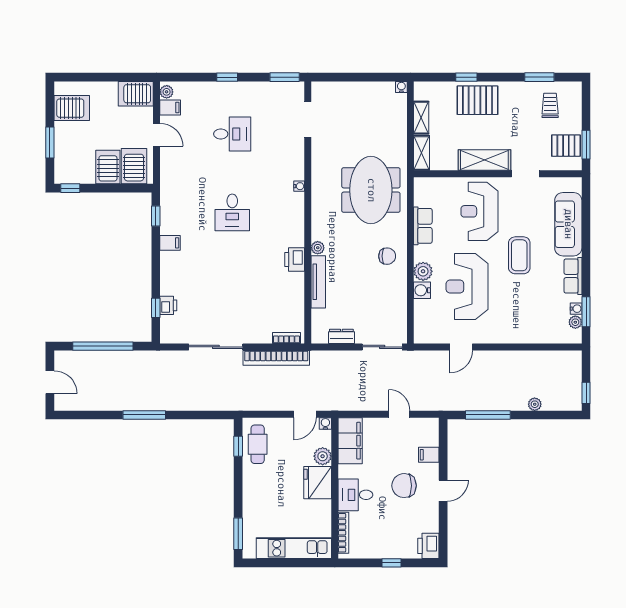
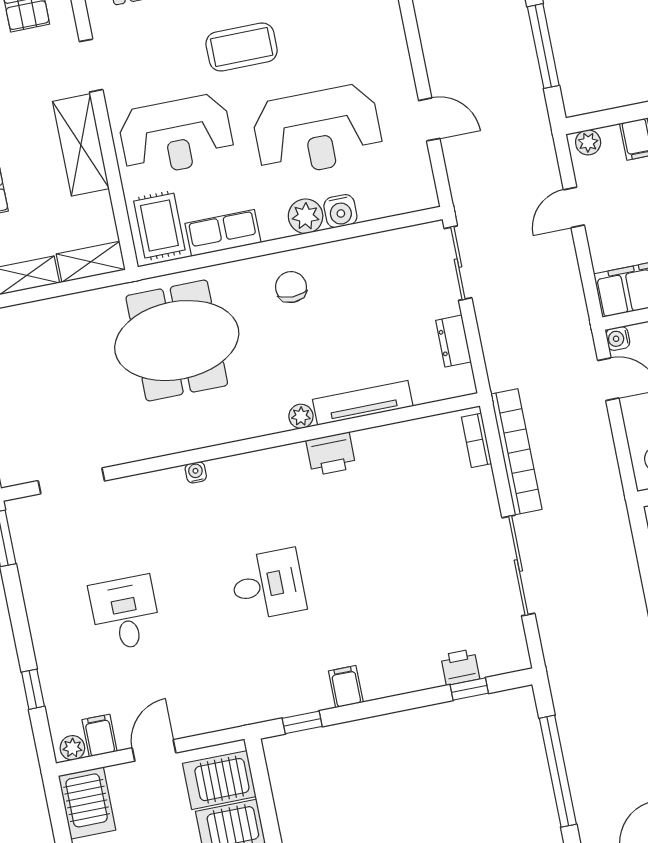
window: (227, 77) -> (33, 689), moved
rug: (434, 193) -> (159, 226), added
plant: (432, 428) -> (588, 142), added

